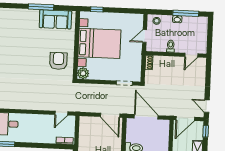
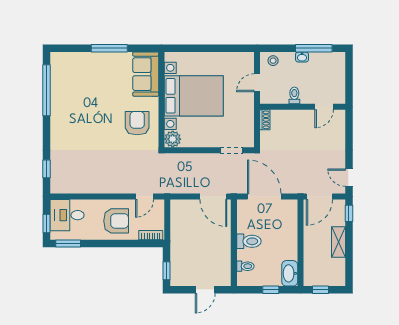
window: (97, 9) -> (188, 48), removed
sofa: (55, 19) -> (146, 74), moved, turned 90
armchair: (41, 129) -> (116, 221), added

